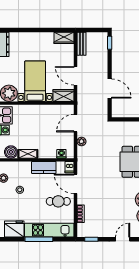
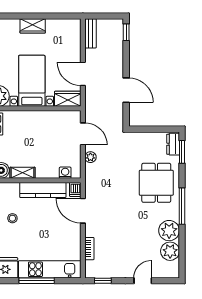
wardrobe: (64, 38) -> (33, 26), moved
door: (75, 123) -> (83, 134), swing flipped
kitchen counter: (44, 167) -> (43, 190), width x1.50
cafe table: (58, 201) -> (61, 233), removed

